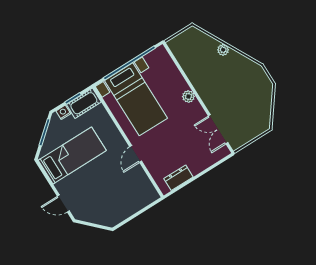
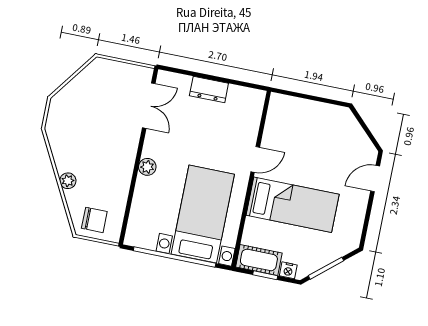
chair: (190, 42) -> (94, 220), added
bed: (72, 155) -> (293, 205), moved, turned 180
dresser: (178, 178) -> (209, 89), moved
door: (63, 204) -> (375, 179), swing flipped

